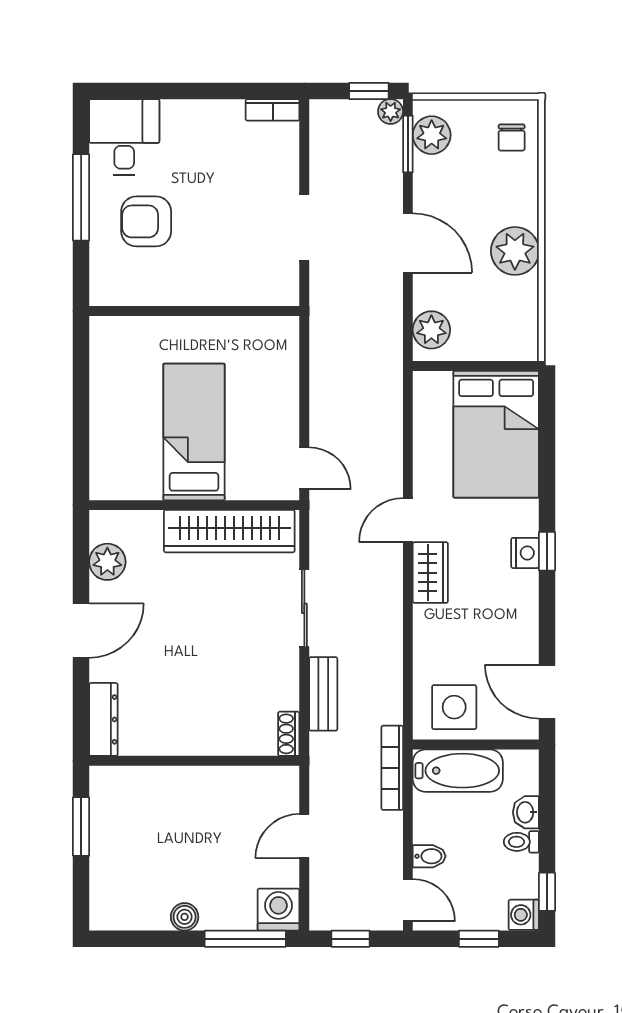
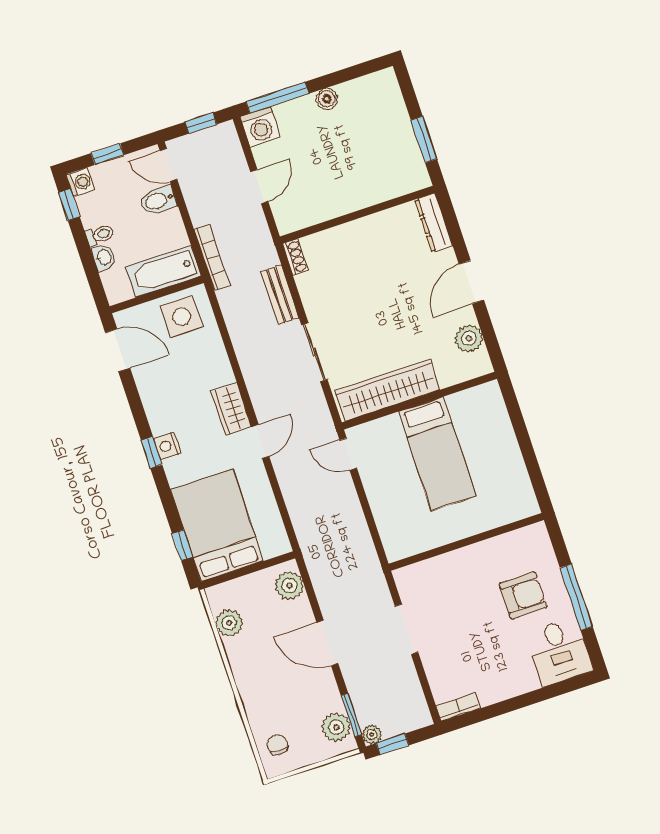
plant: (515, 251) -> (229, 623), moved, width x0.73, depth x0.73
window: (547, 424) -> (182, 545), added
bidet: (429, 856) -> (158, 200), width x1.38, depth x1.36

